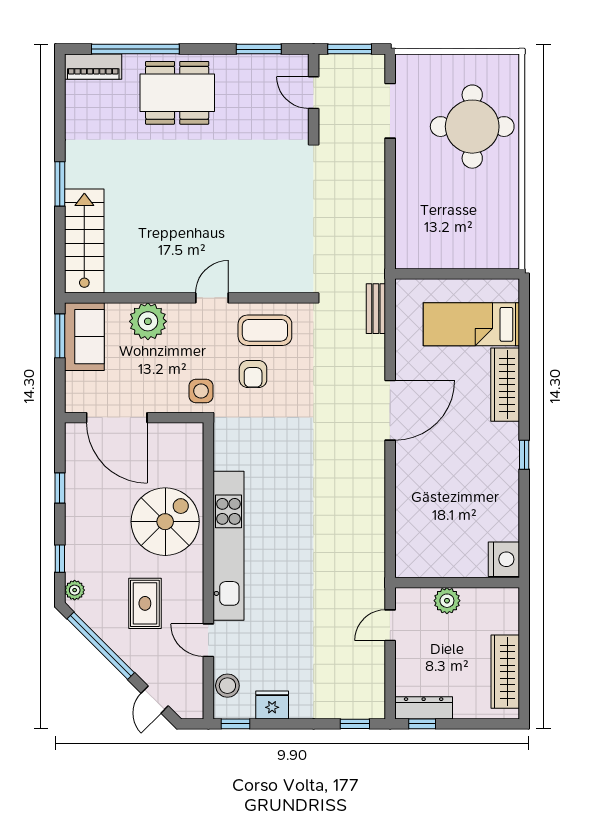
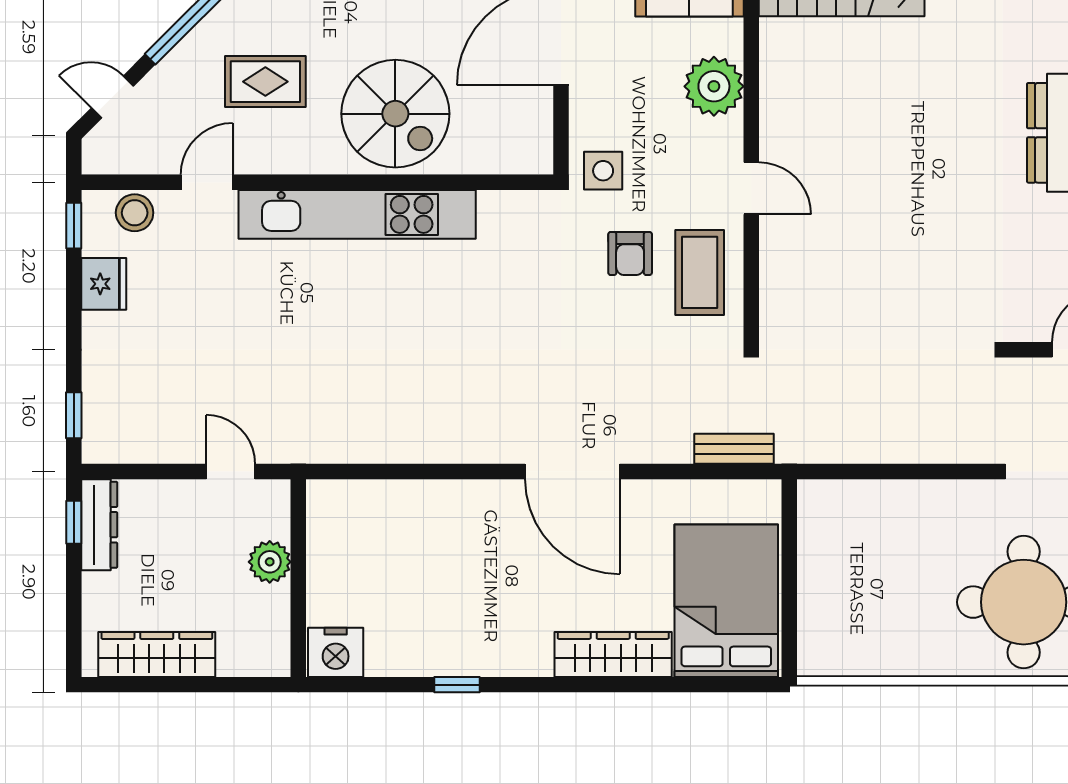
bed: (471, 324) -> (726, 601), width x1.50
armchair: (253, 374) -> (630, 254), turned -90
window: (524, 455) -> (457, 685), moved

